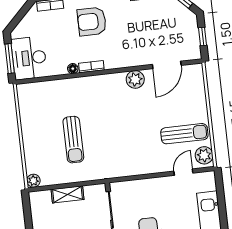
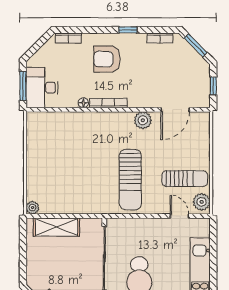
bookcase: (91, 67) -> (108, 103), width x1.56
sun lounger: (73, 140) -> (130, 180), moved, width x1.36, depth x1.34
door: (183, 172) -> (179, 216), hinge flipped
shelving: (67, 194) -> (56, 227), width x1.50, depth x1.33

